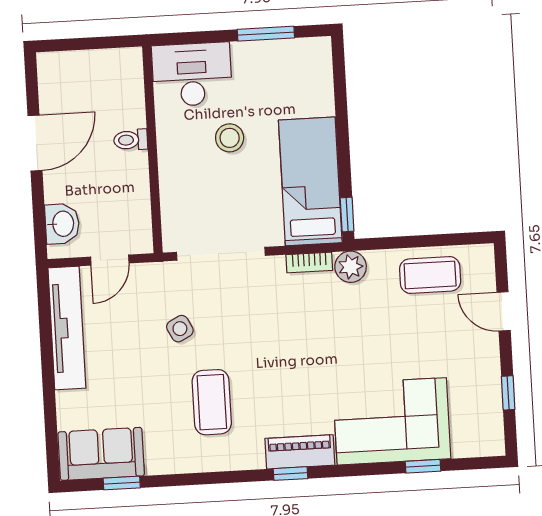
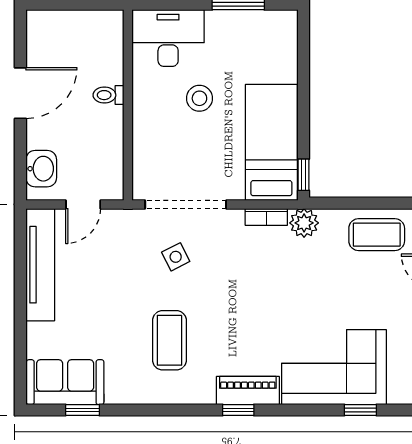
side table: (180, 329) -> (176, 257), moved

